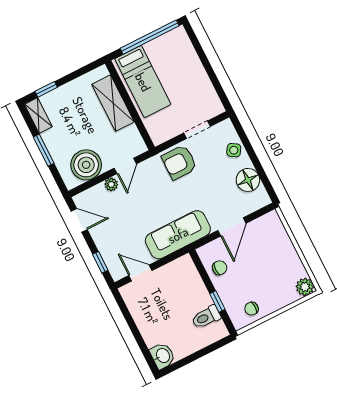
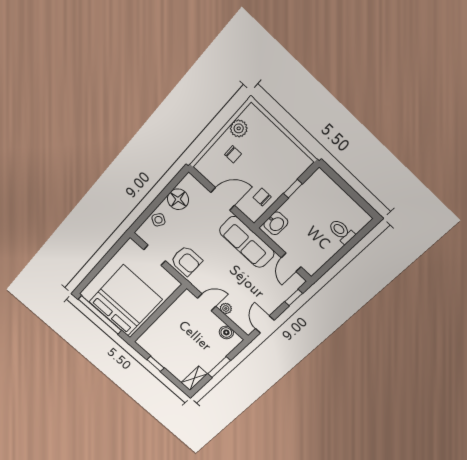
bed: (143, 82) -> (125, 301), width x2.04
window: (46, 89) -> (156, 364), moved
shelving: (113, 103) -> (161, 327), removed
boiler: (86, 165) -> (226, 332), width x0.54, depth x0.54
plant: (305, 287) -> (239, 128), moved
chair: (251, 309) -> (233, 154), moved
toilet: (206, 317) -> (341, 231), moved, turned 180
washbasin: (162, 356) -> (276, 223), moved, turned 180

